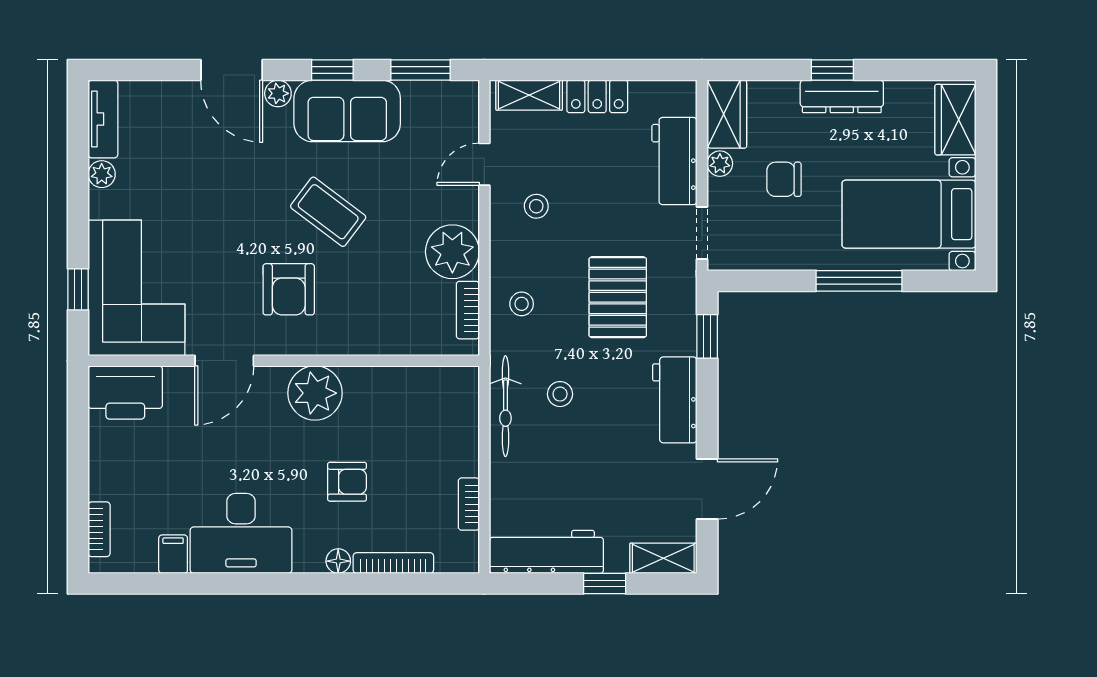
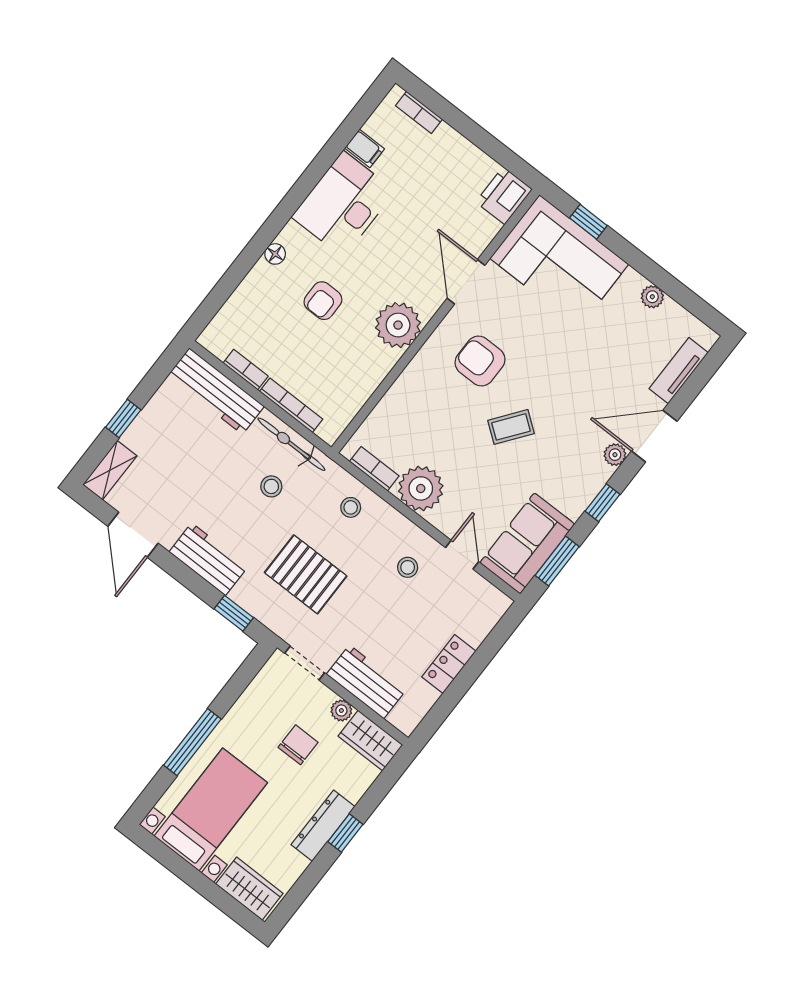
shelving: (529, 95) -> (485, 620), removed
sofa: (347, 111) -> (527, 543), moved
tv unit: (103, 119) -> (679, 371), moved, turned 90
coffee table: (328, 212) -> (511, 427), width x0.73, depth x0.77
printer: (125, 393) -> (504, 196), width x0.73, depth x0.84
workbench: (546, 552) -> (216, 391), moved, turned 90
bookcase: (393, 563) -> (291, 405), moved, turned -90

